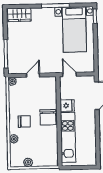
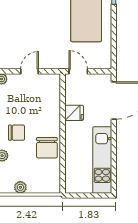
chair: (48, 117) -> (47, 148), moved
kitchen unit: (68, 137) -> (102, 160), moved, turned 180

